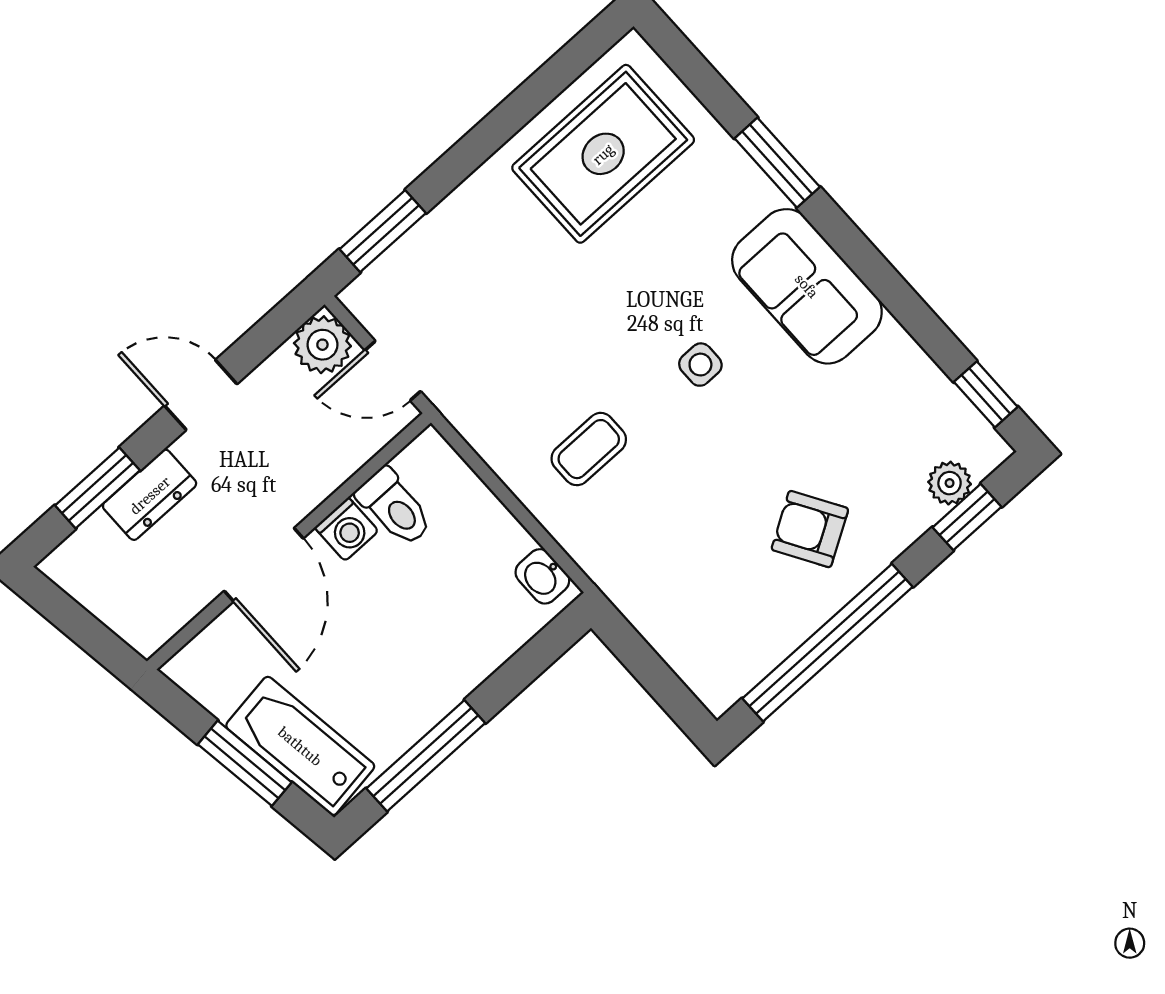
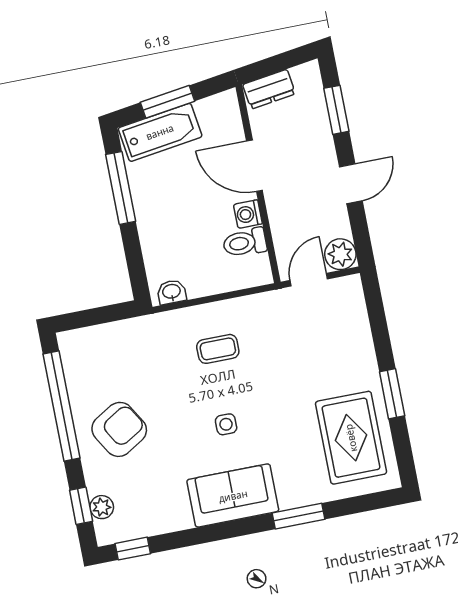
window: (383, 231) -> (392, 394), moved
coffee table: (589, 449) -> (218, 349), turned 90
dresser: (150, 495) -> (269, 89), moved, turned -98
armchair: (810, 529) -> (119, 429), width x1.38, depth x1.38

